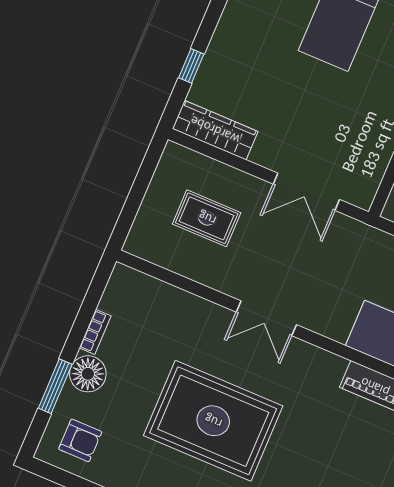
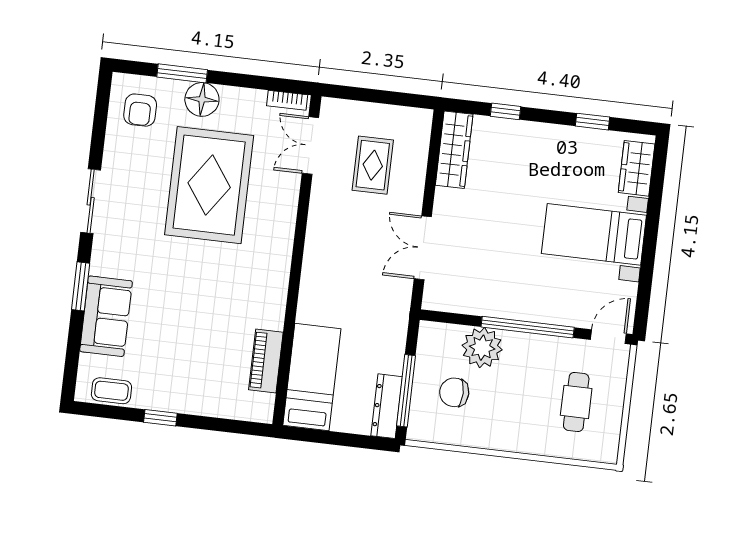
double door: (266, 318) -> (310, 145), moved
bookcase: (95, 332) -> (287, 100), moved
rug: (213, 421) -> (209, 185), moved

